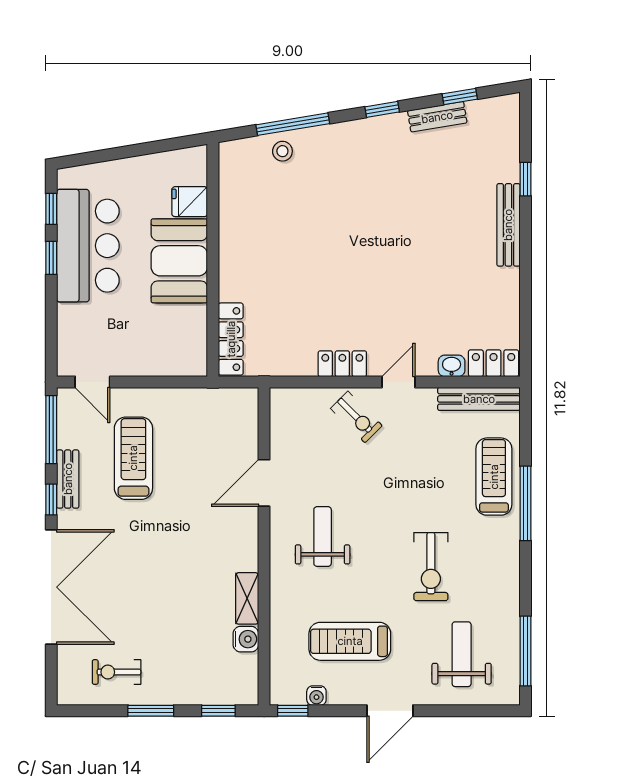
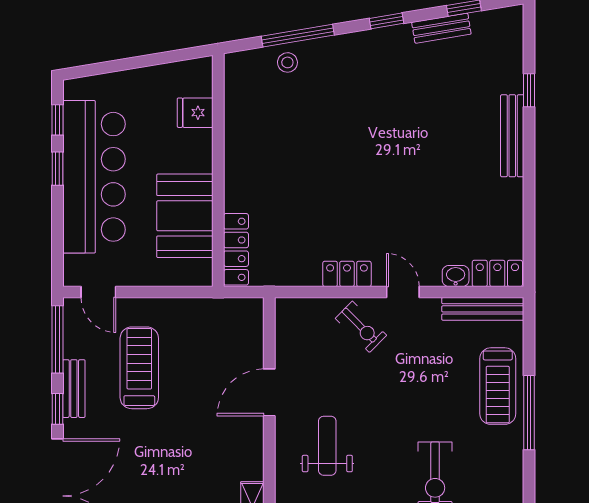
bar counter: (88, 246) -> (94, 177), width x1.36
booth: (179, 261) -> (185, 216), moved
door: (398, 382) -> (403, 292), hinge flipped
treadmill: (494, 477) -> (498, 386), turned 180

